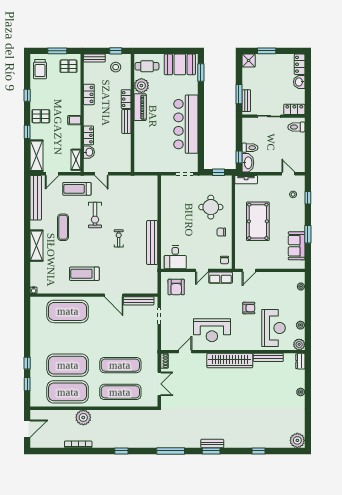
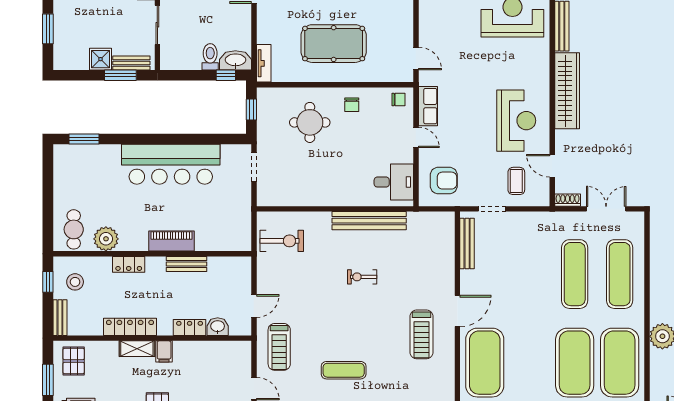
shower: (249, 61) -> (101, 59), moved
booth: (180, 64) -> (71, 174), removed
locker: (89, 94) -> (130, 327), width x1.53
piano: (140, 107) -> (172, 241), moved
bench: (126, 122) -> (187, 264), moved
shelving: (76, 160) -> (137, 349), moved
exercise bike: (95, 215) -> (282, 241), moved
door: (114, 295) -> (457, 311), moved
armchair: (249, 308) -> (479, 59), removed
coffee table: (176, 330) -> (516, 181), added

